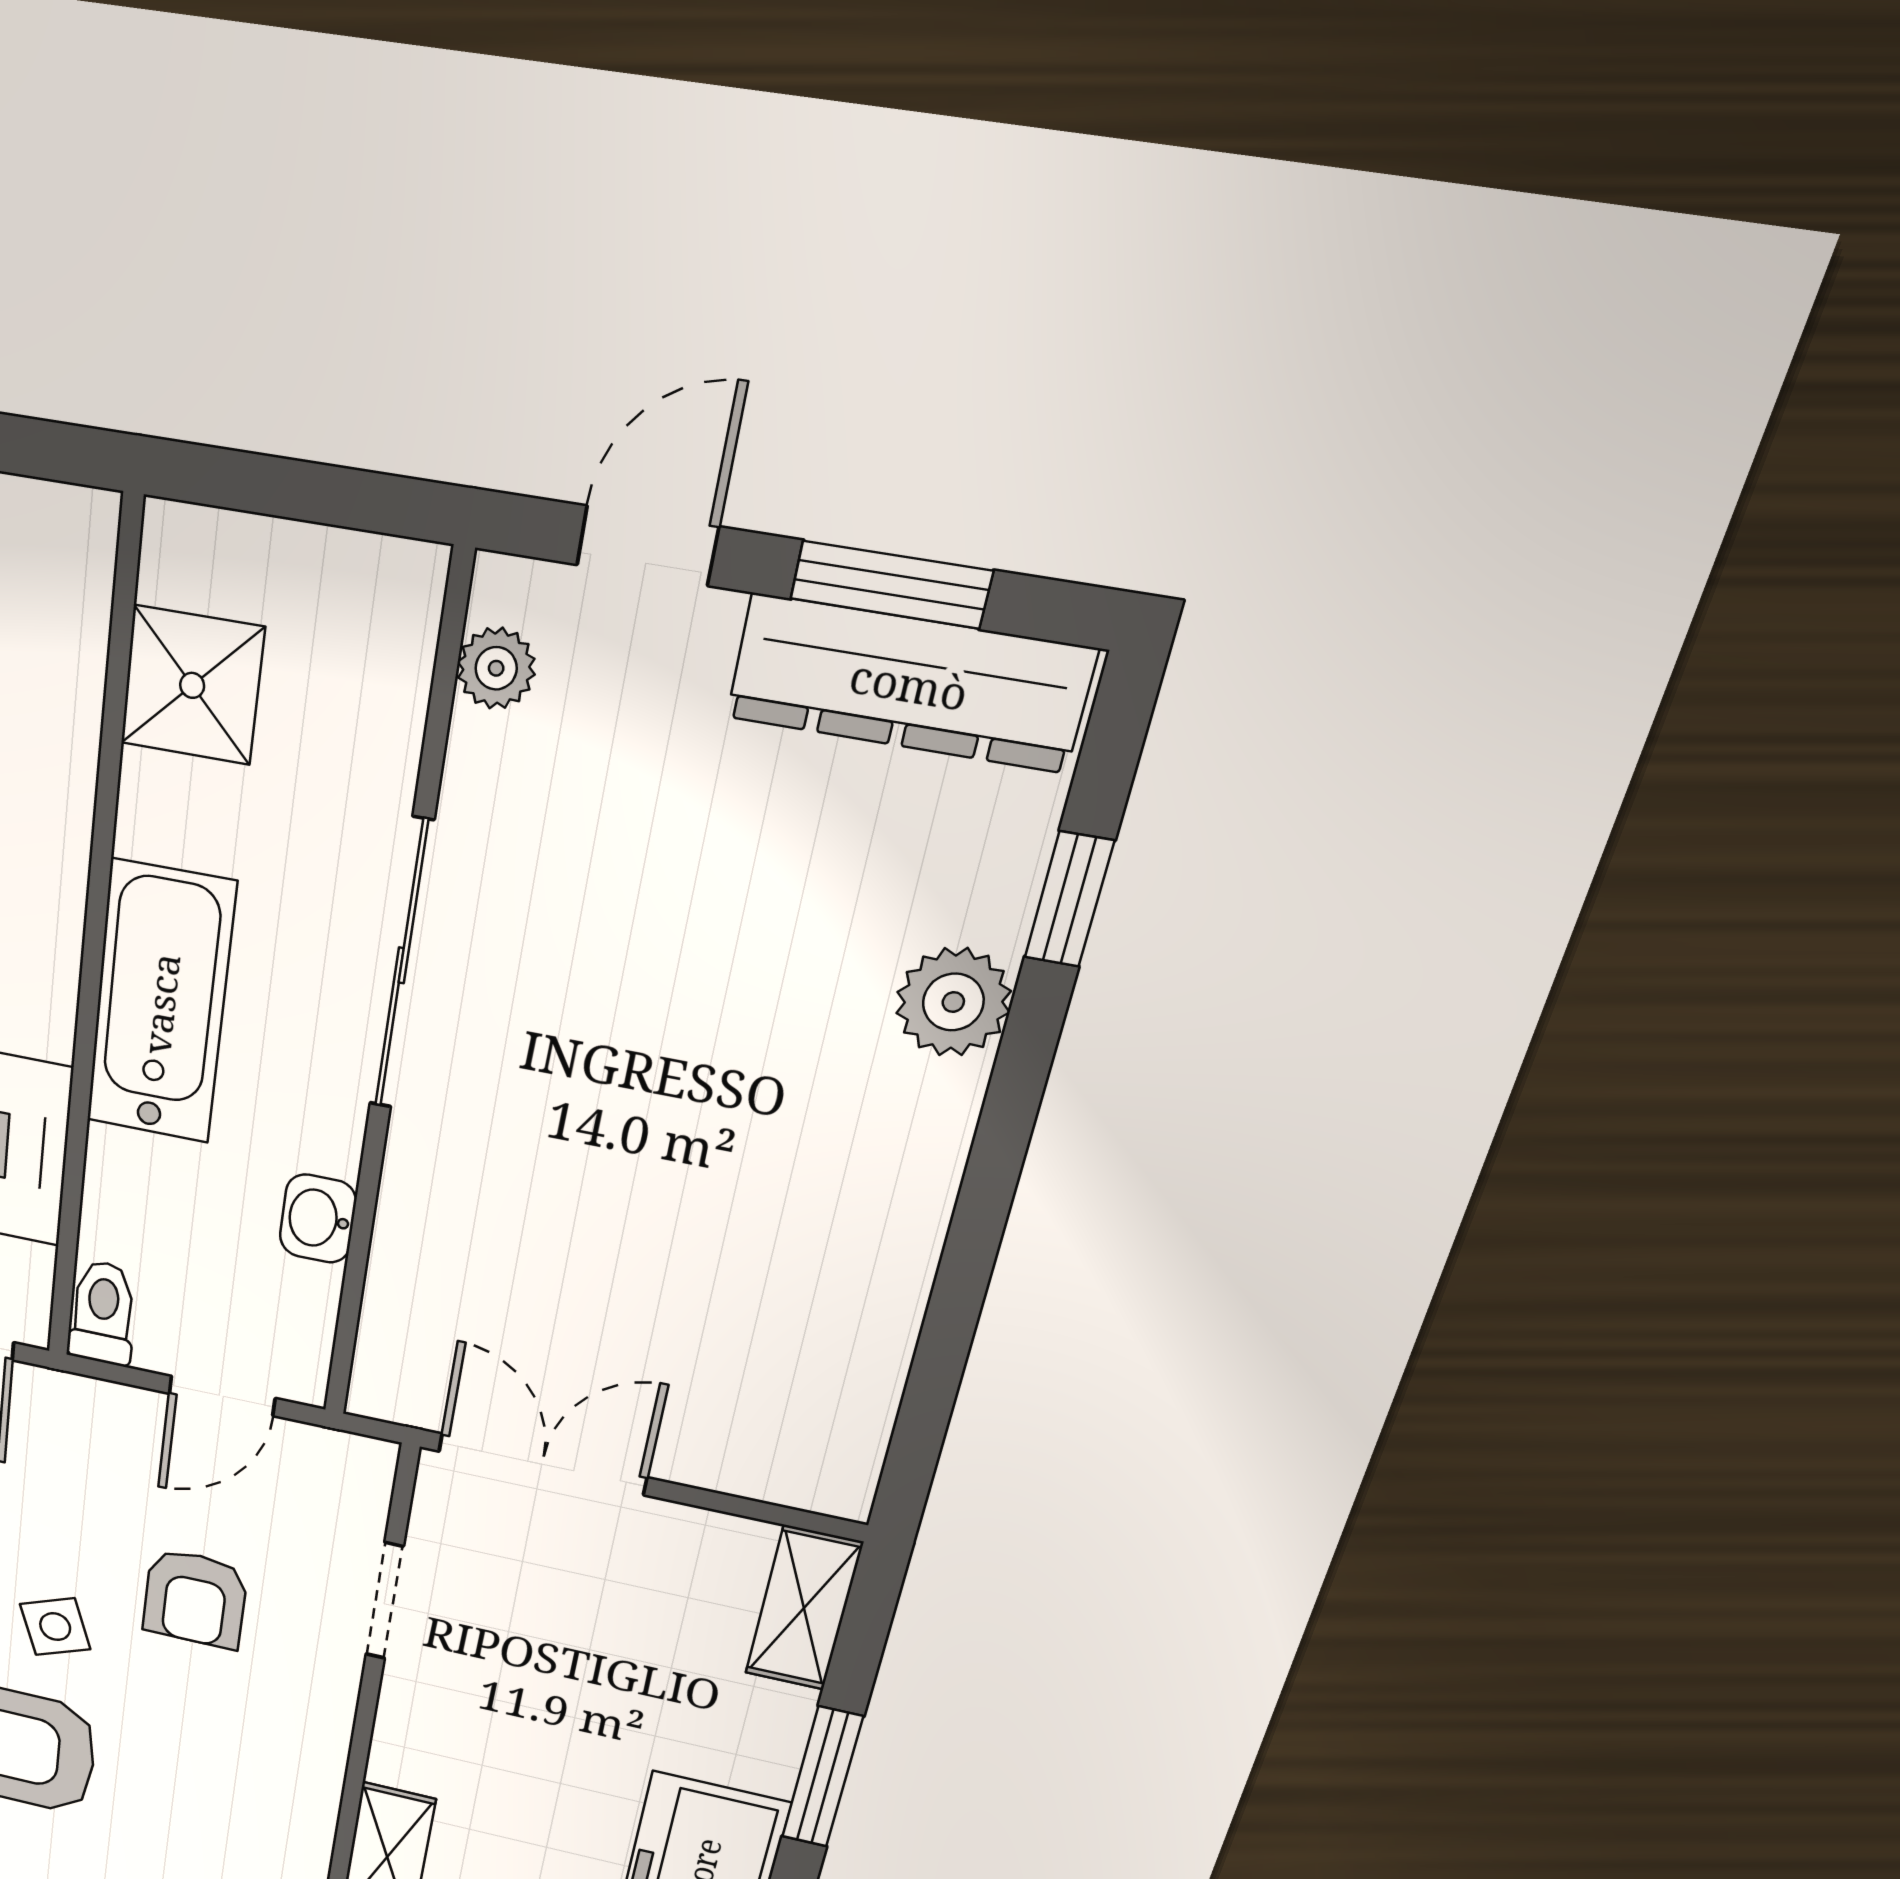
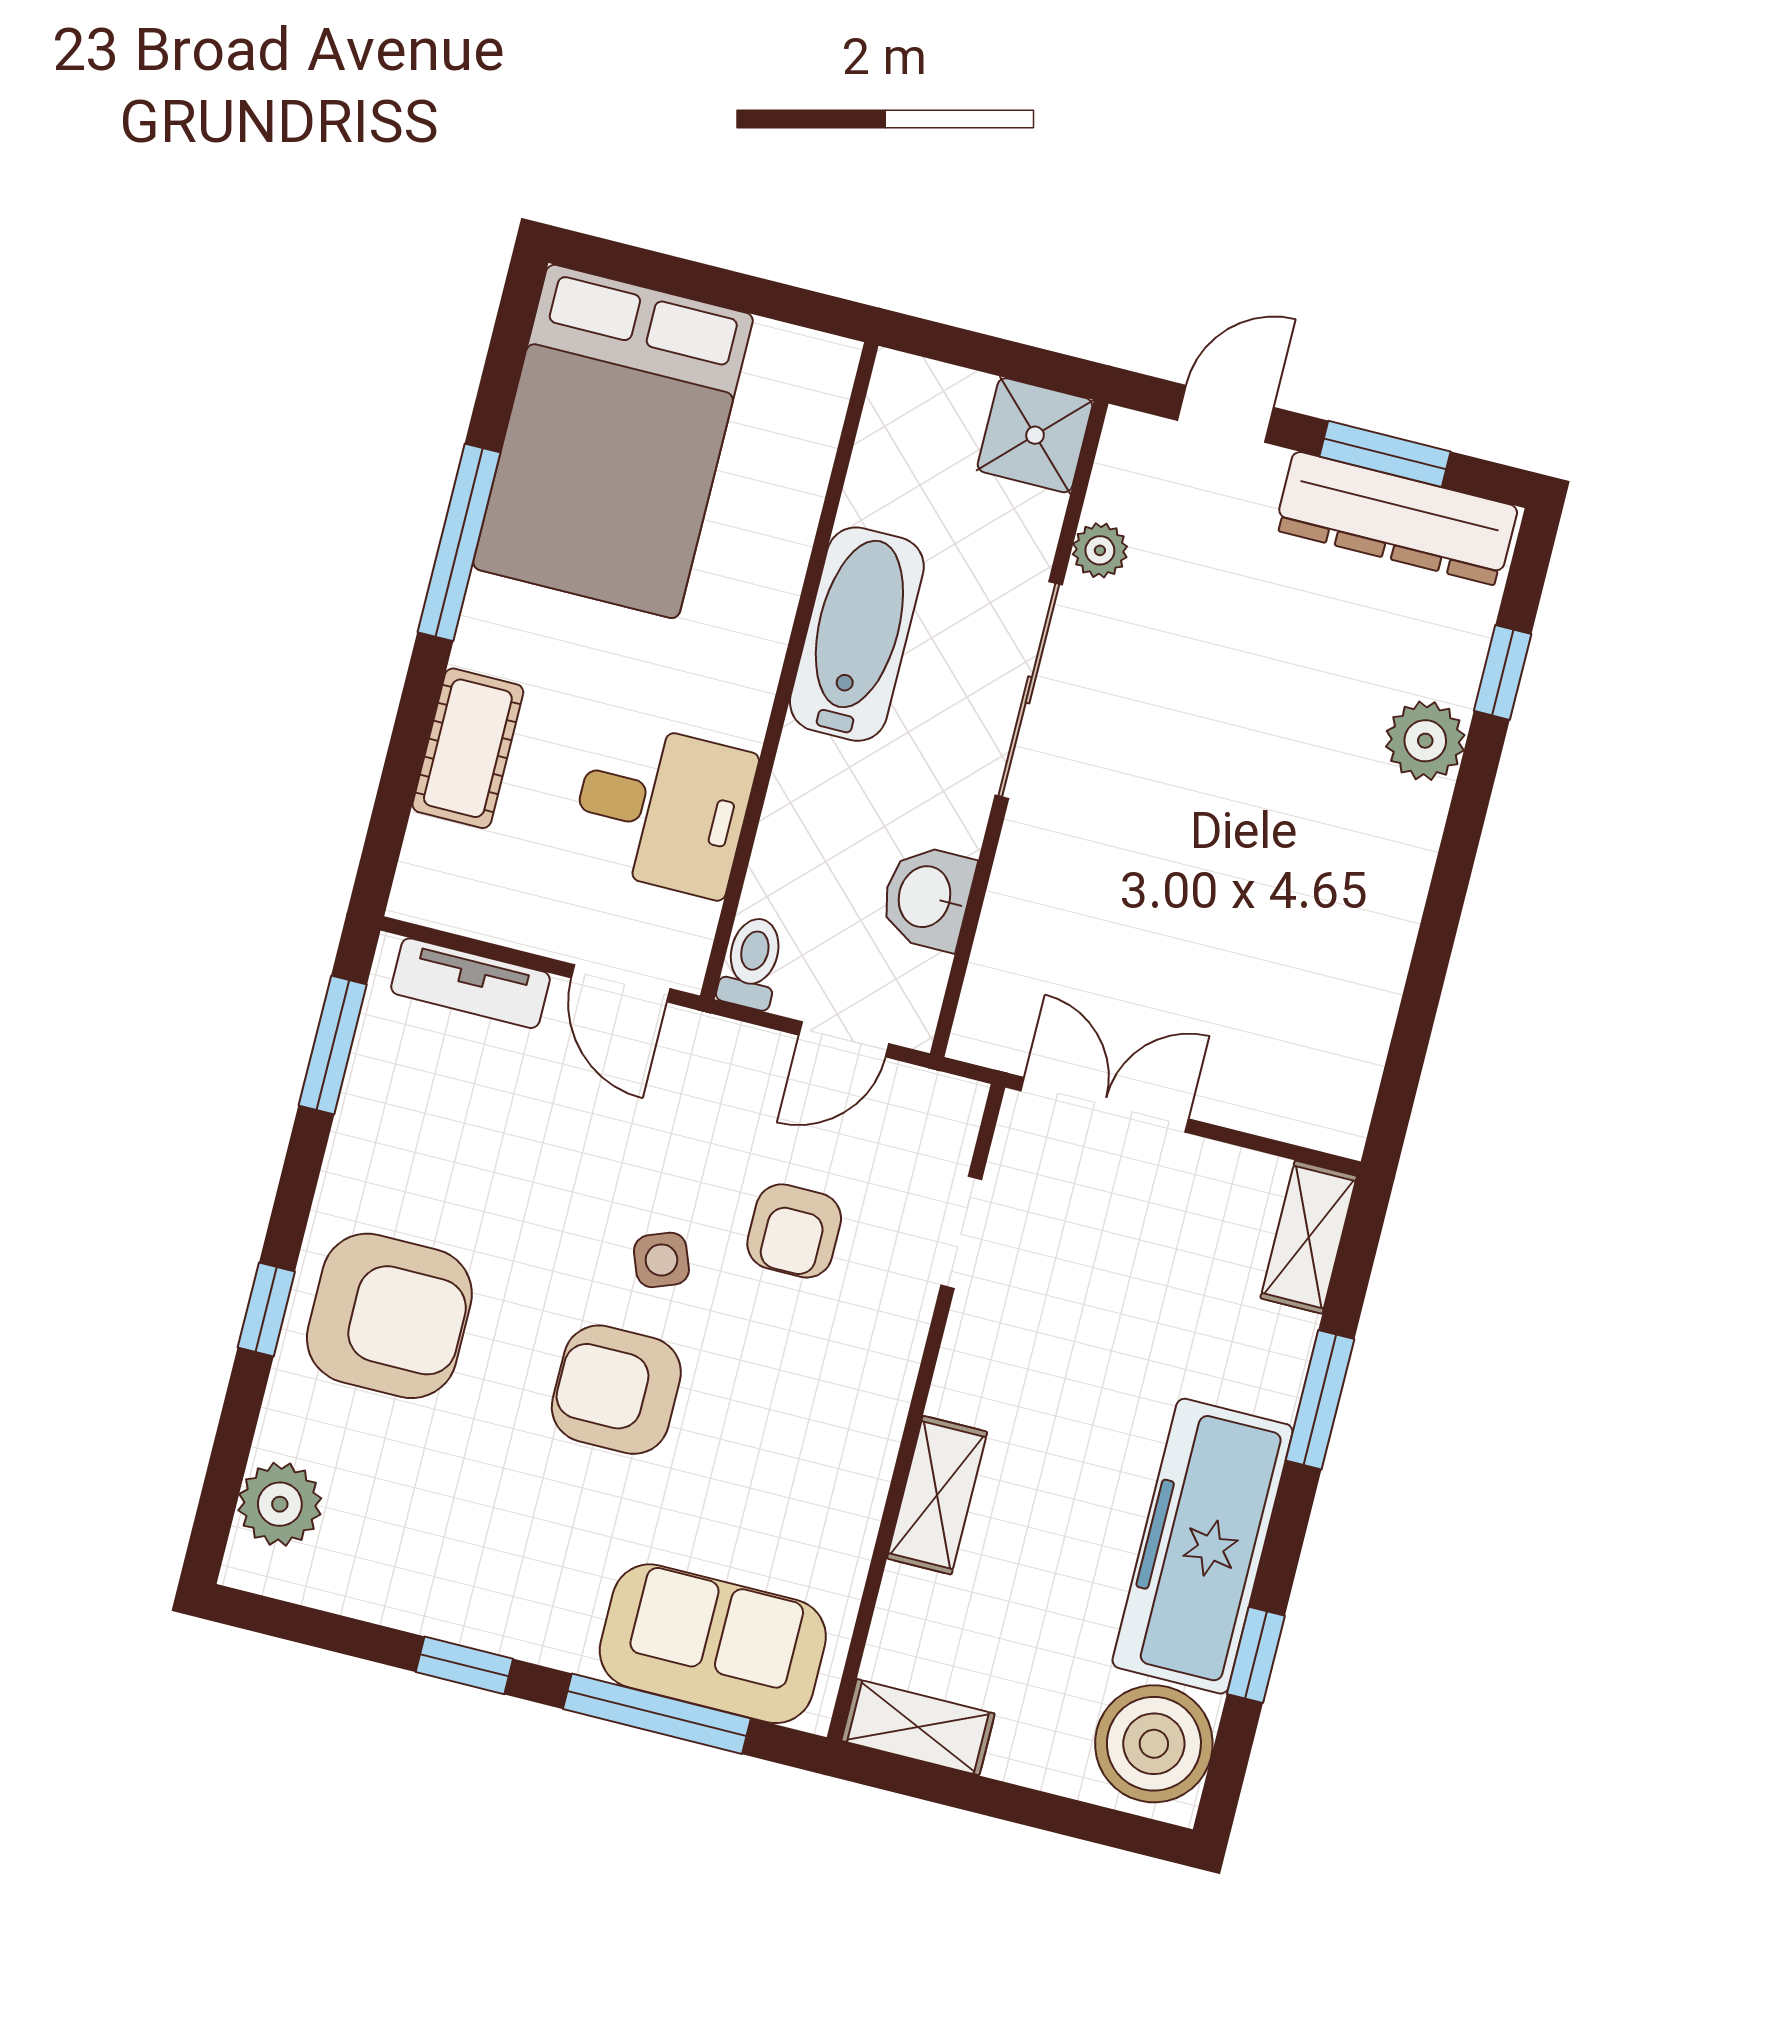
plant: (496, 668) -> (1100, 550), moved
shower: (192, 685) -> (1035, 435), moved
bathtub: (160, 1003) -> (857, 634), moved
washbasin: (318, 1219) -> (927, 897), width x1.38, depth x1.45

